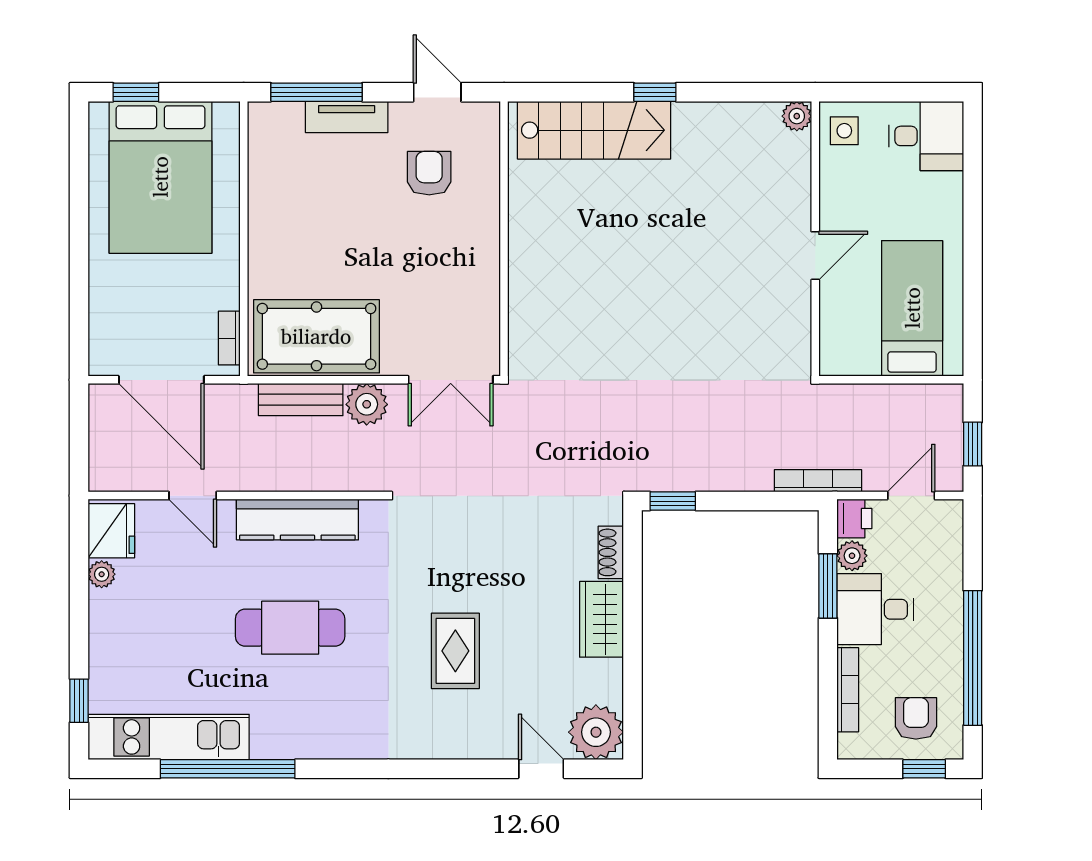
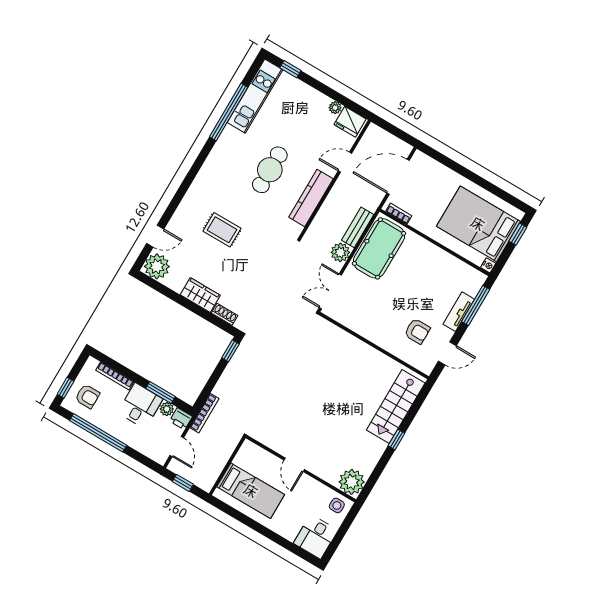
nightstand: (227, 113) -> (488, 265), added
plant: (797, 116) -> (352, 482), width x1.87, depth x1.87

